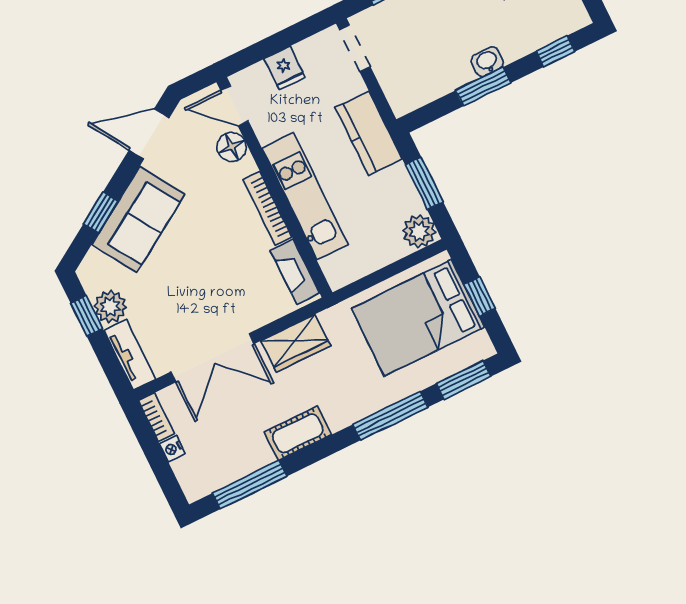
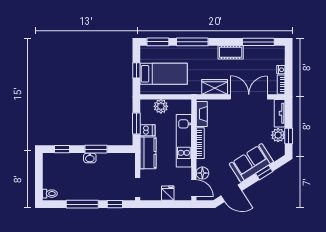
dishwasher: (394, 181) -> (147, 130), added
plant: (419, 231) -> (161, 106), moved
bed: (418, 318) -> (164, 74), width x0.67

